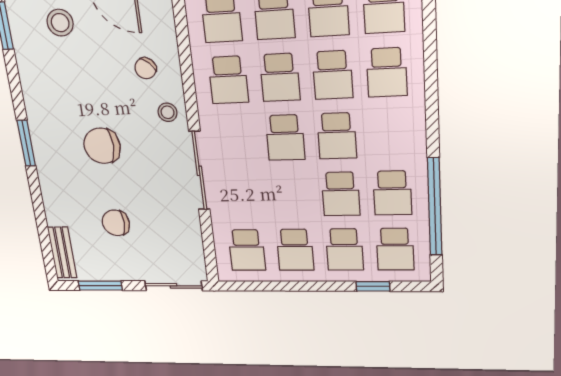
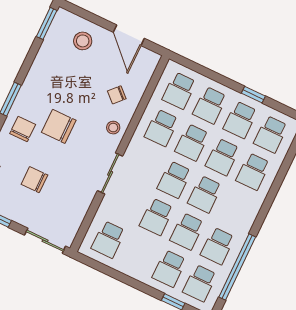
chair: (63, 171) -> (23, 129), added
sliding door: (199, 171) -> (110, 173), width x0.73
school desk: (295, 250) -> (157, 217), moved

